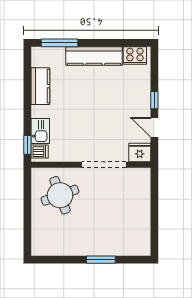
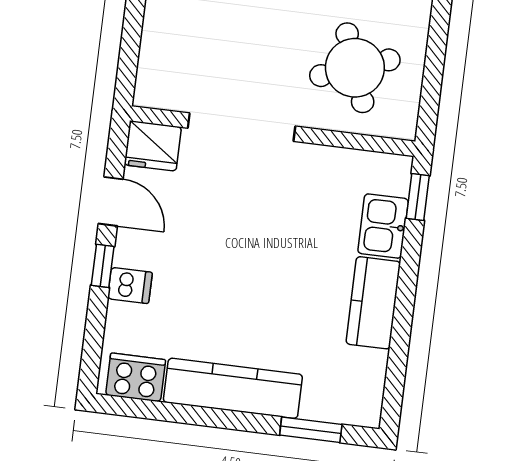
window: (60, 43) -> (311, 430), width x0.69
kitchen counter: (40, 86) -> (373, 303), moved
dishwasher: (40, 152) -> (130, 285), moved, turned 180

